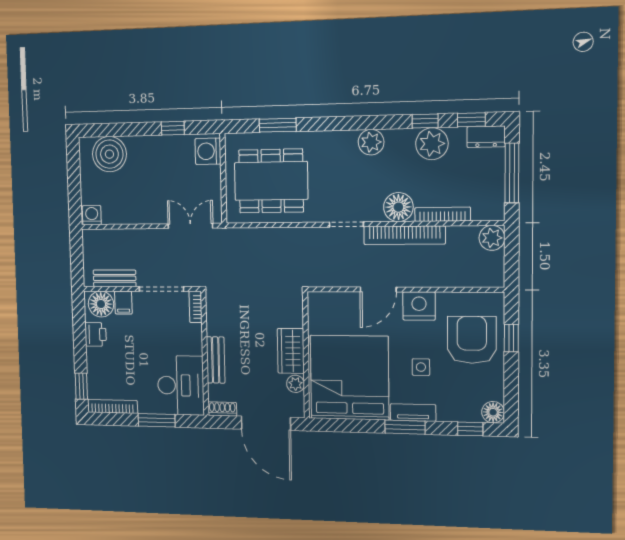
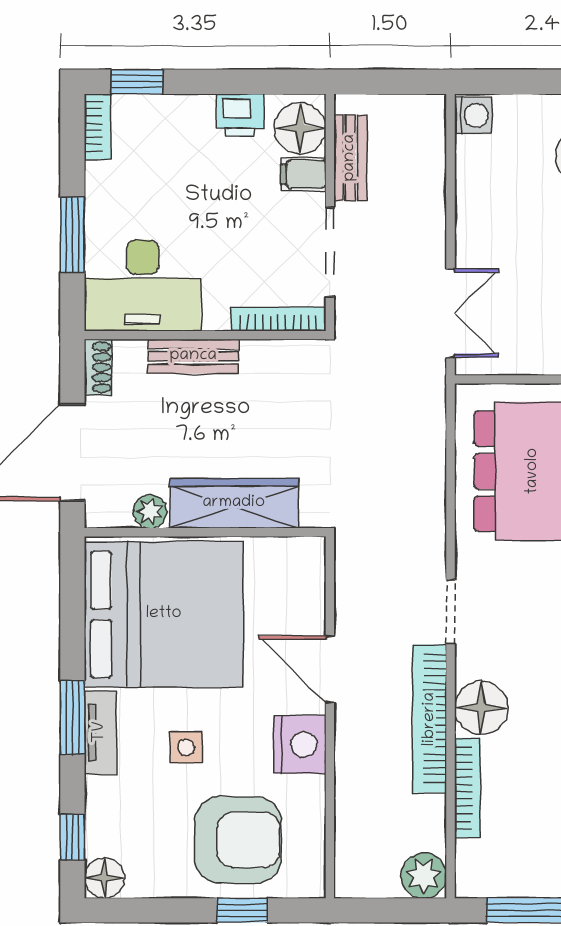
bookcase: (195, 307) -> (278, 319), width x1.56
wardrobe: (291, 351) -> (234, 503), width x1.50
bookcase: (112, 406) -> (98, 127), width x0.64

